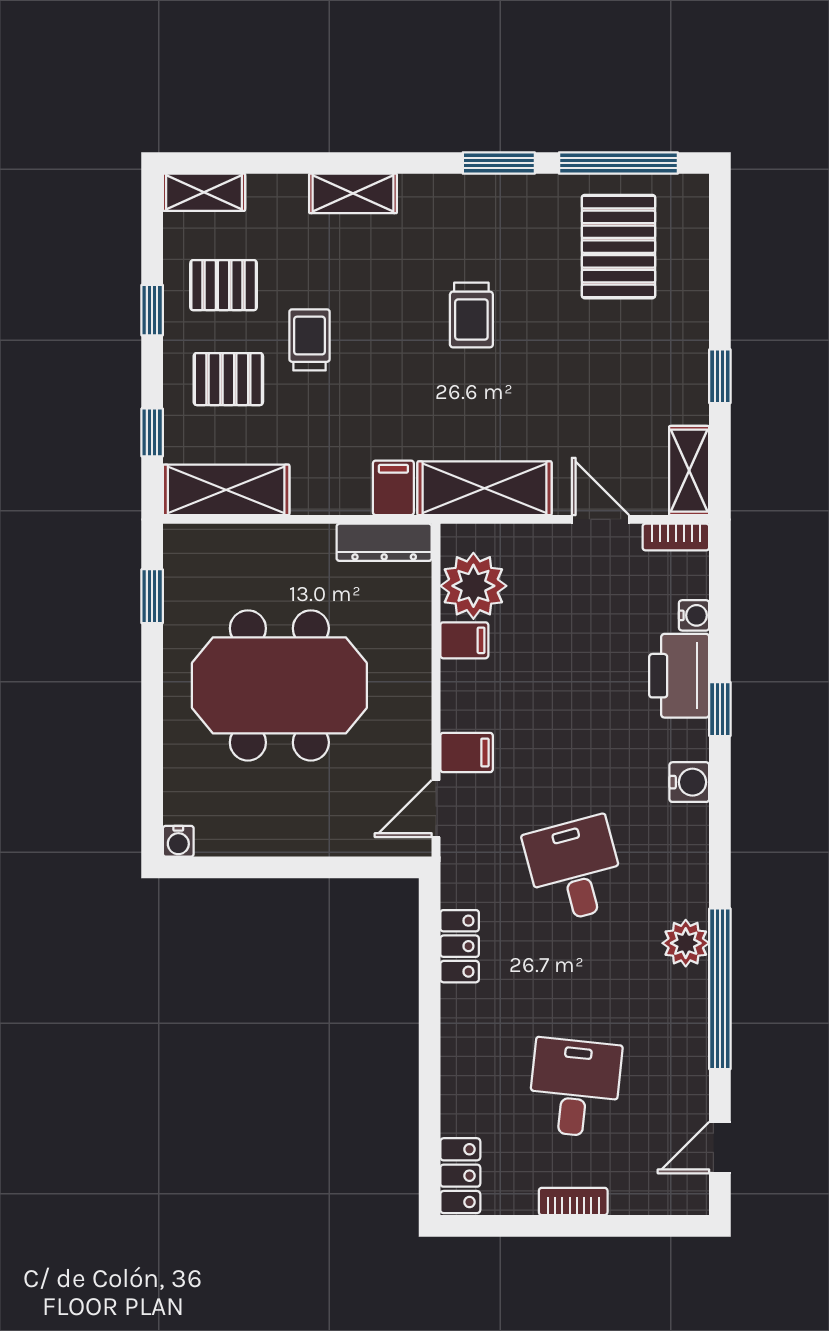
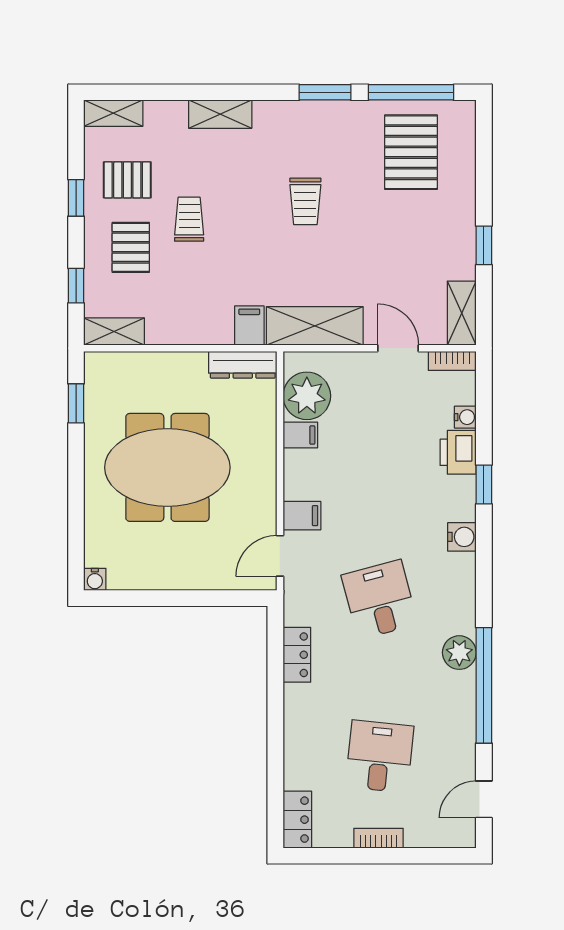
pallet: (228, 379) -> (131, 247), turned 90
shelving: (226, 490) -> (114, 332), width x0.67, depth x0.75
printer: (679, 676) -> (458, 452), width x0.73, depth x0.84

